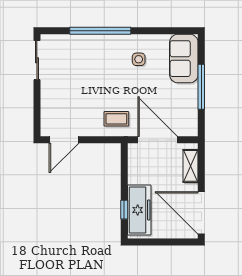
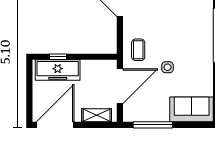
side table: (139, 59) -> (168, 67), moved
window: (201, 87) -> (153, 125), moved

